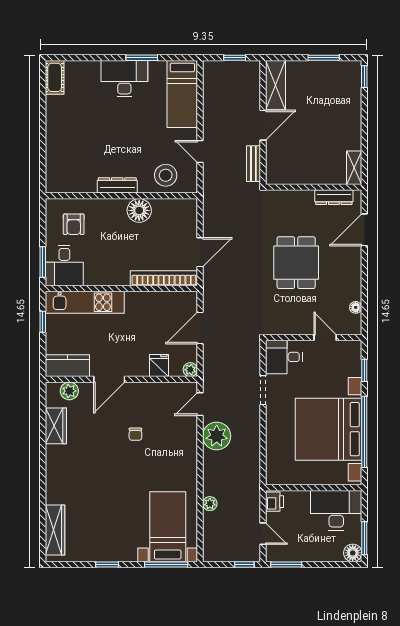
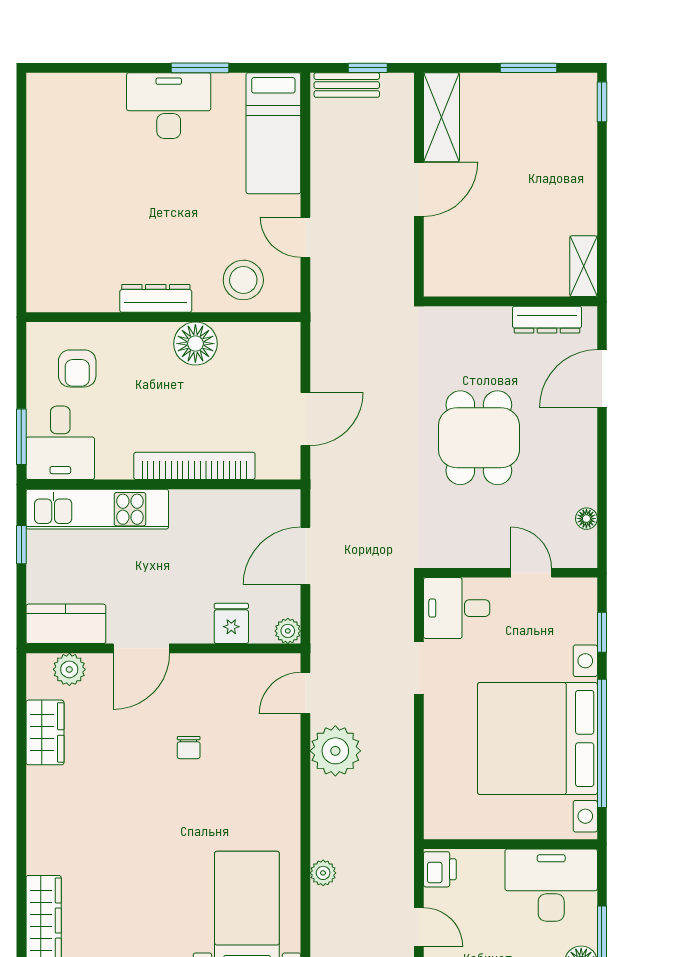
cot: (55, 77) -> (43, 103), removed
bench: (253, 164) -> (347, 85), moved, turned 90
bookcase: (164, 278) -> (194, 466), moved

